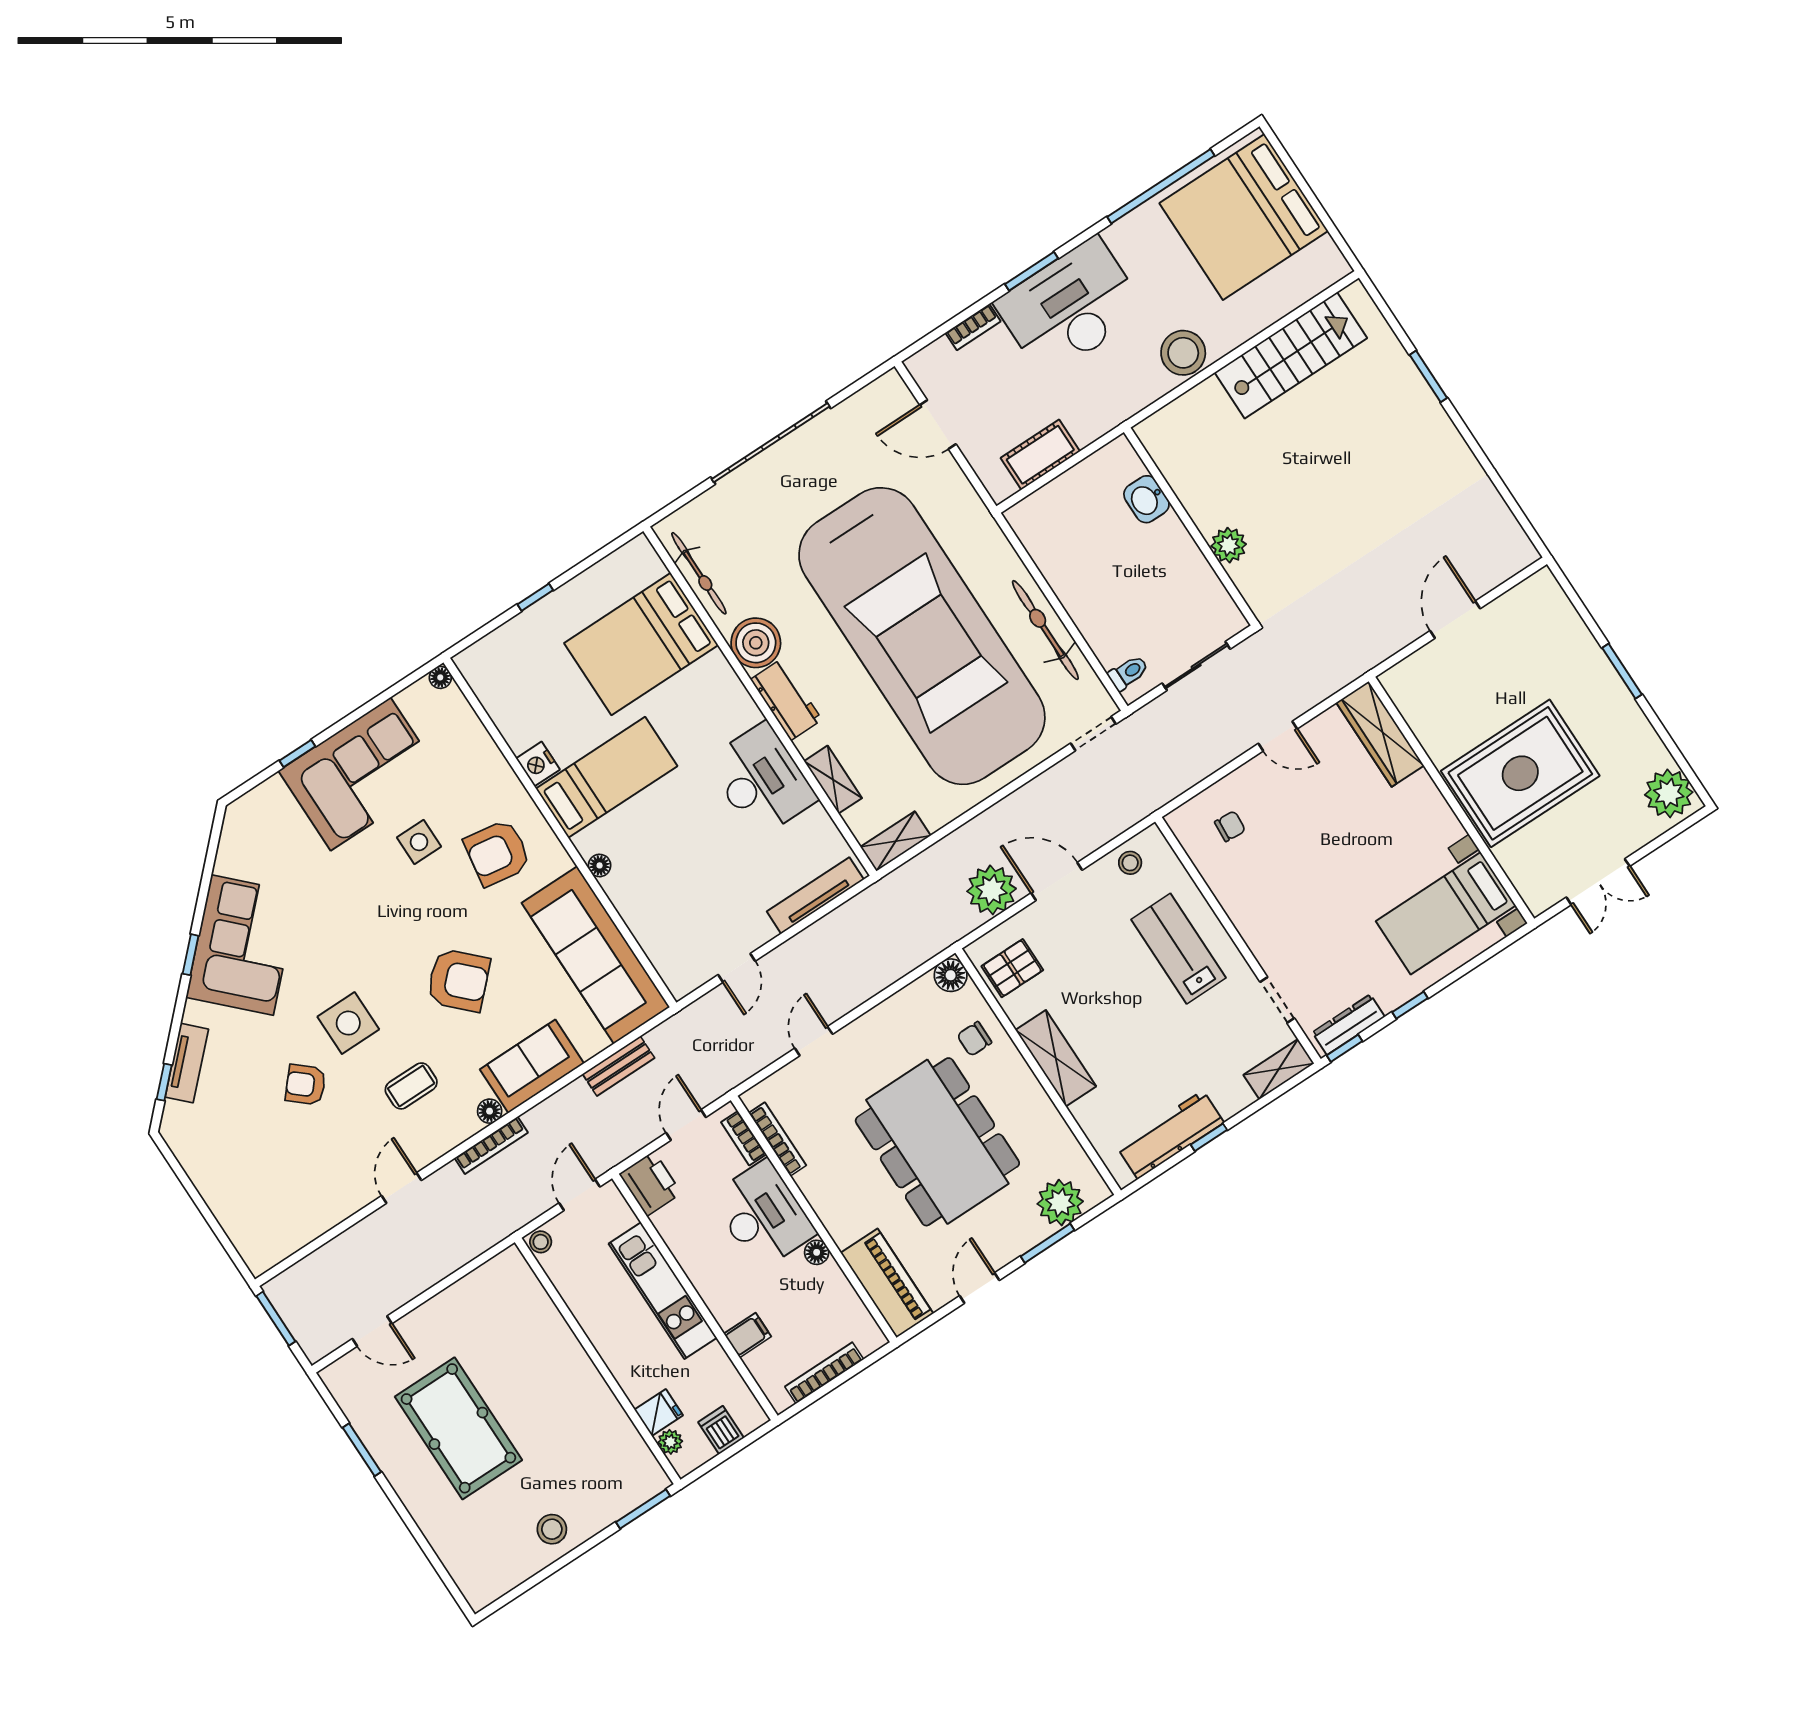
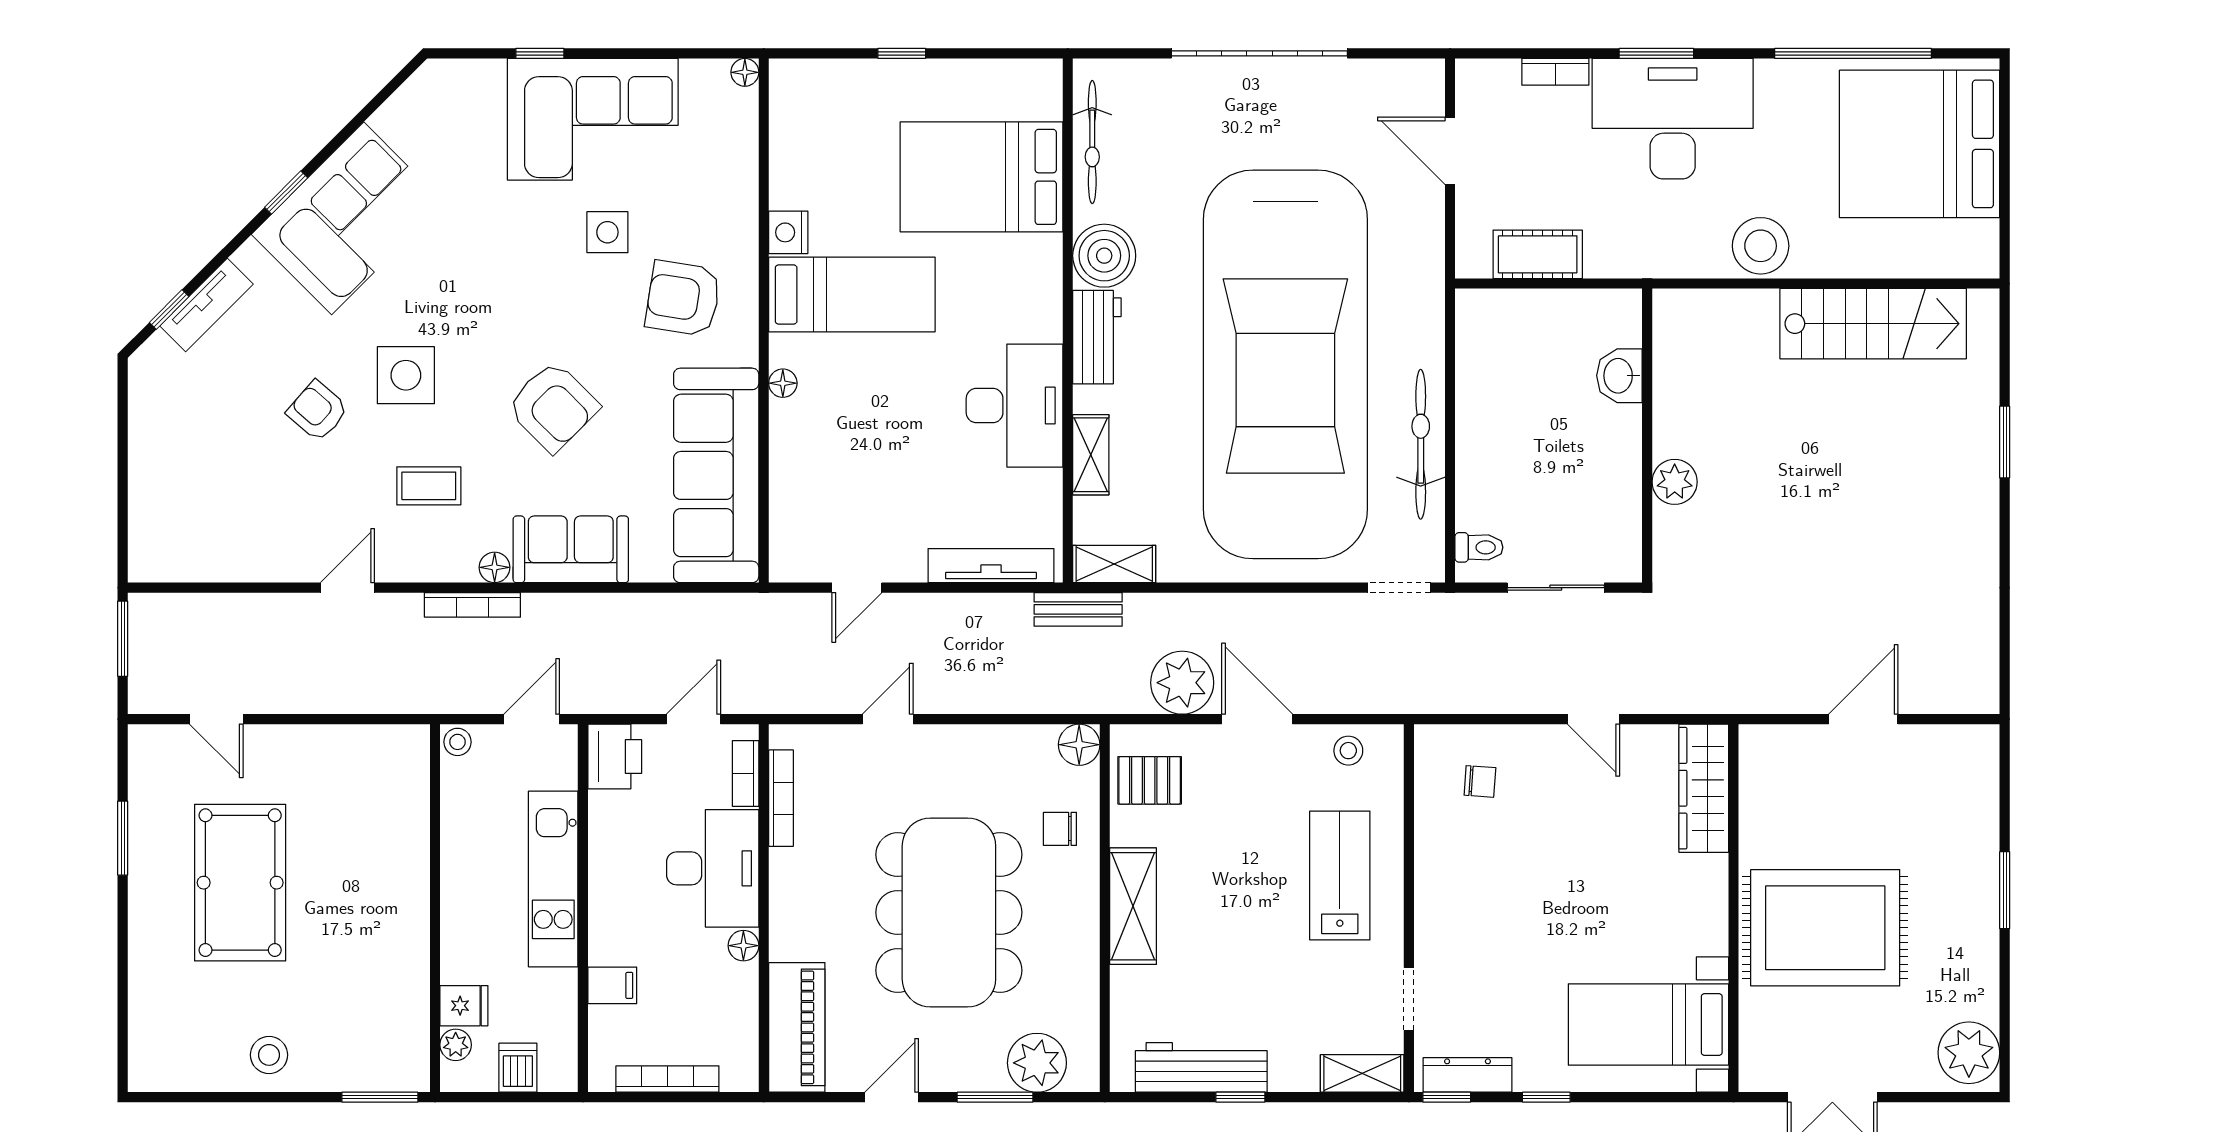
bench: (619, 1066) -> (1078, 609), moved

